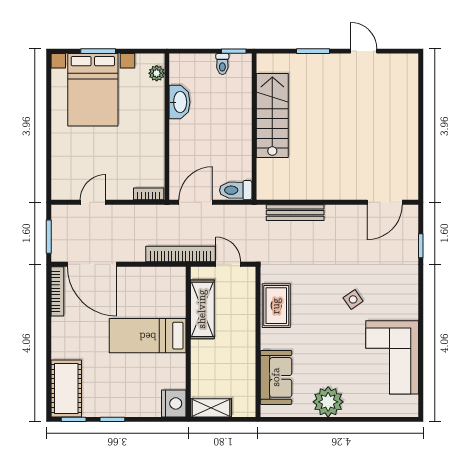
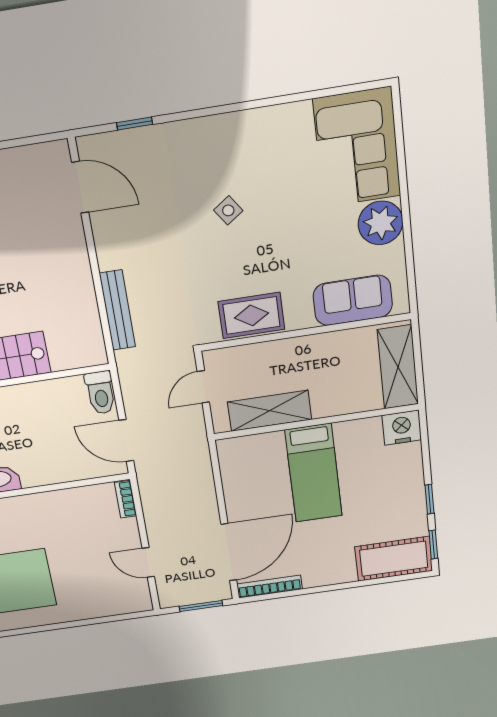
bookcase: (181, 254) -> (199, 449), removed
corner sofa: (392, 357) -> (357, 148), moved, turned 90
shelving: (211, 408) -> (398, 367), width x1.50, depth x1.33

